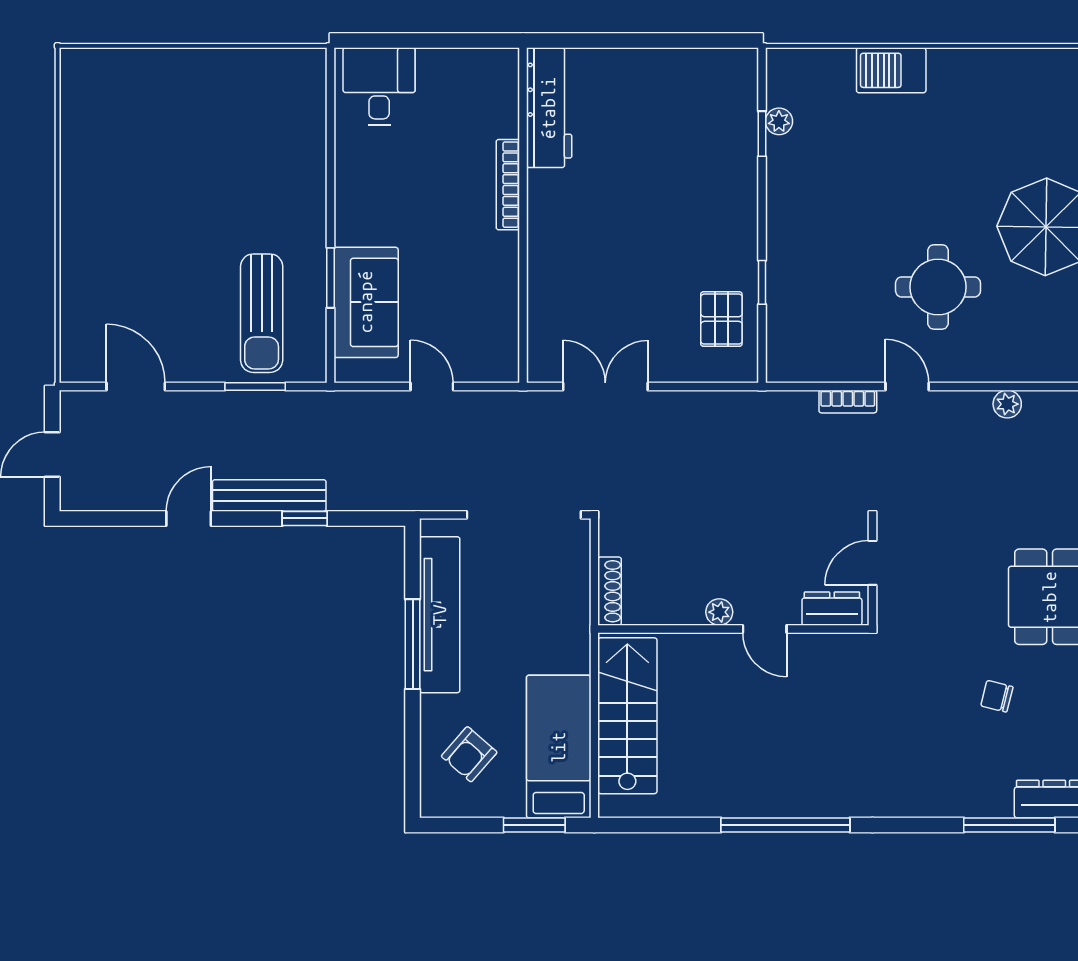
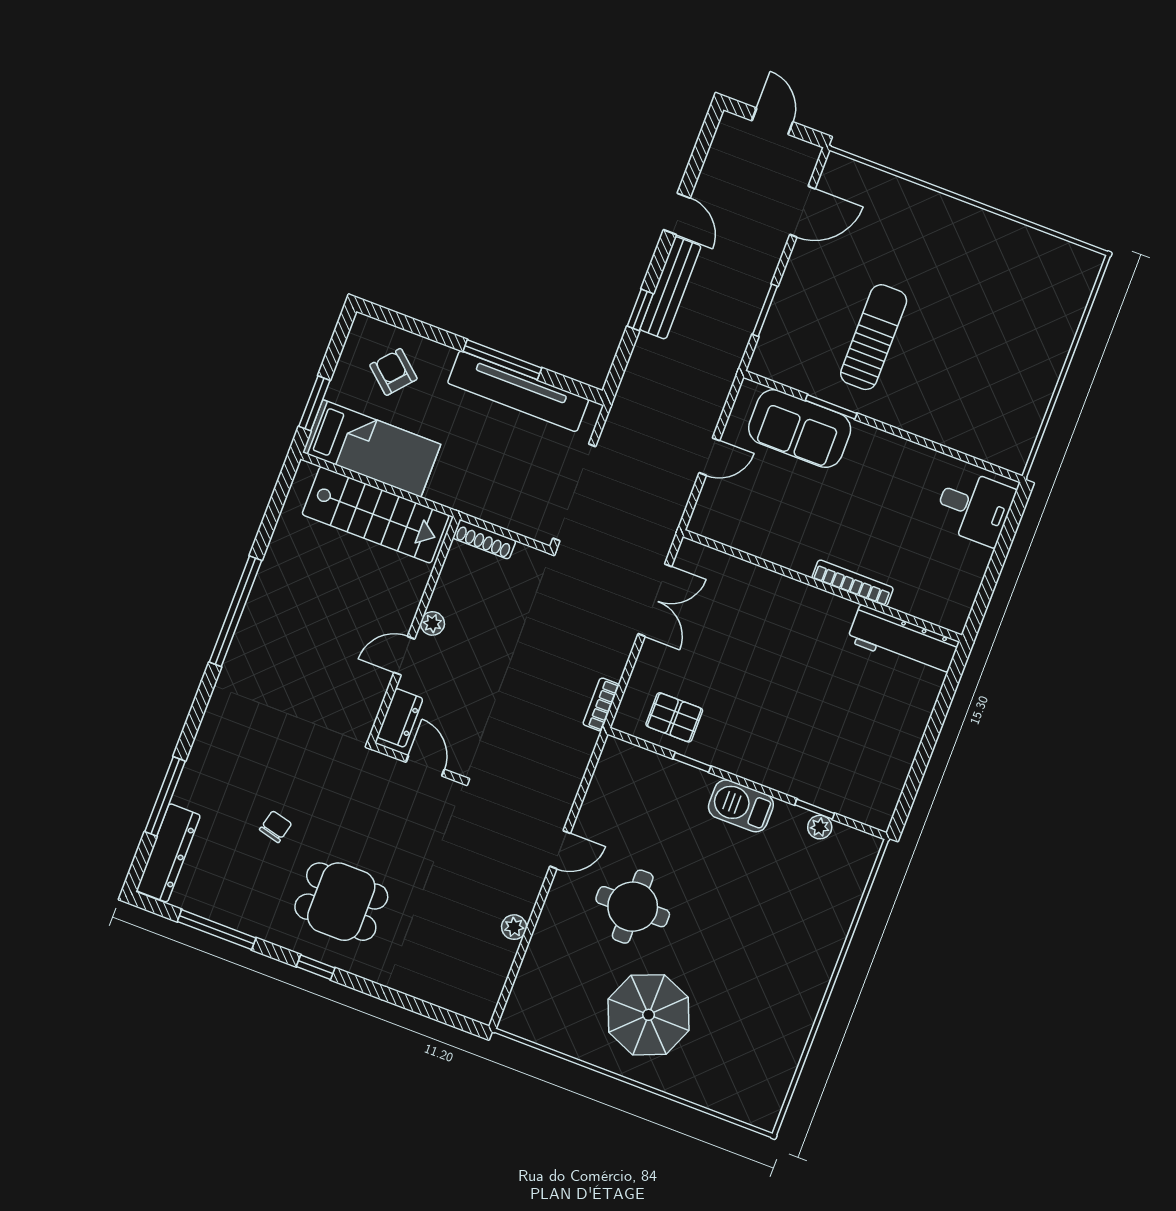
barbecue: (891, 70) -> (741, 806), moved, turned -90
sun lounger: (262, 313) -> (874, 337), moved, turned 90
bookcase: (848, 402) -> (601, 704), moved

